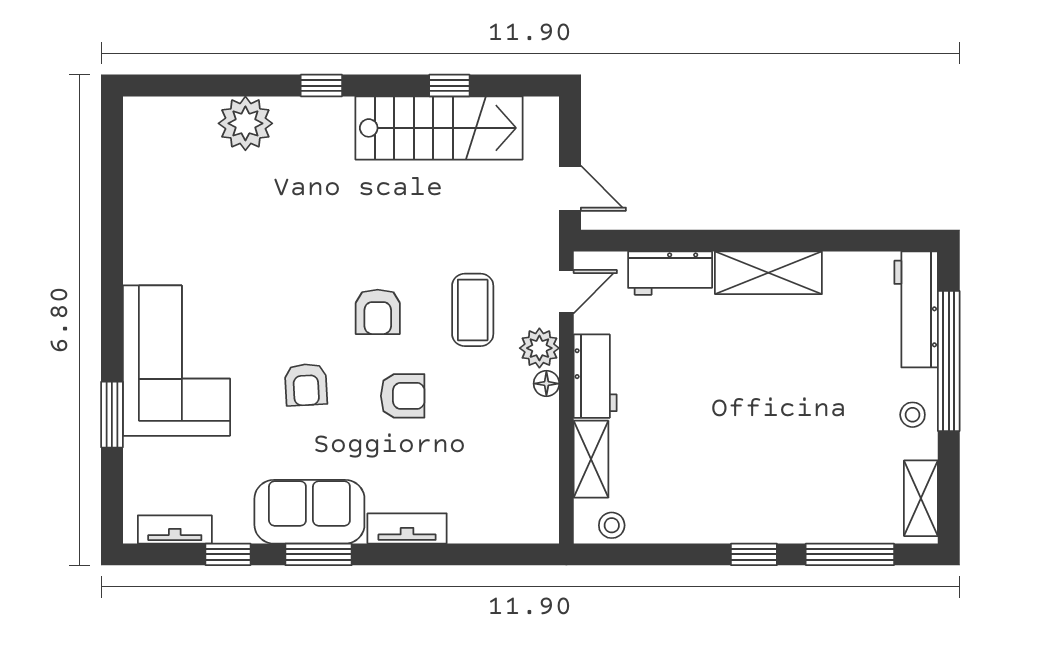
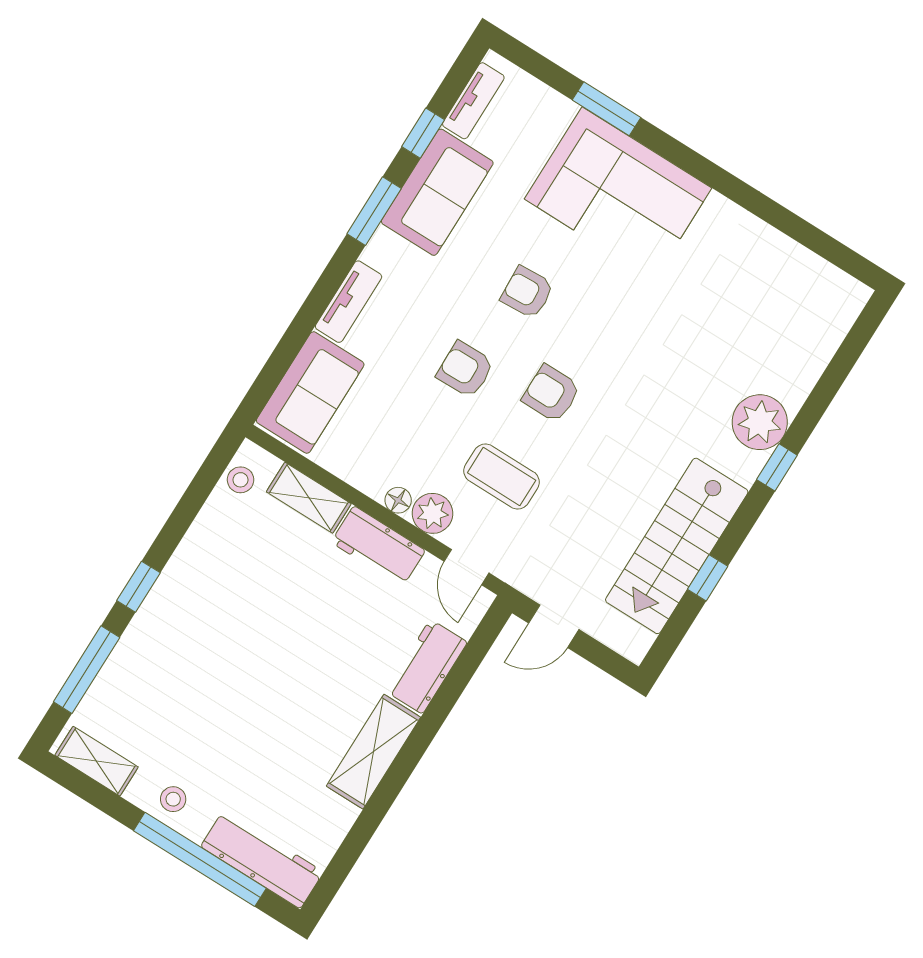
plant: (245, 123) -> (760, 422), moved
armchair: (403, 396) -> (465, 370), turned 89
sofa: (309, 512) -> (437, 192), moved
sofa: (503, 513) -> (310, 393), added

